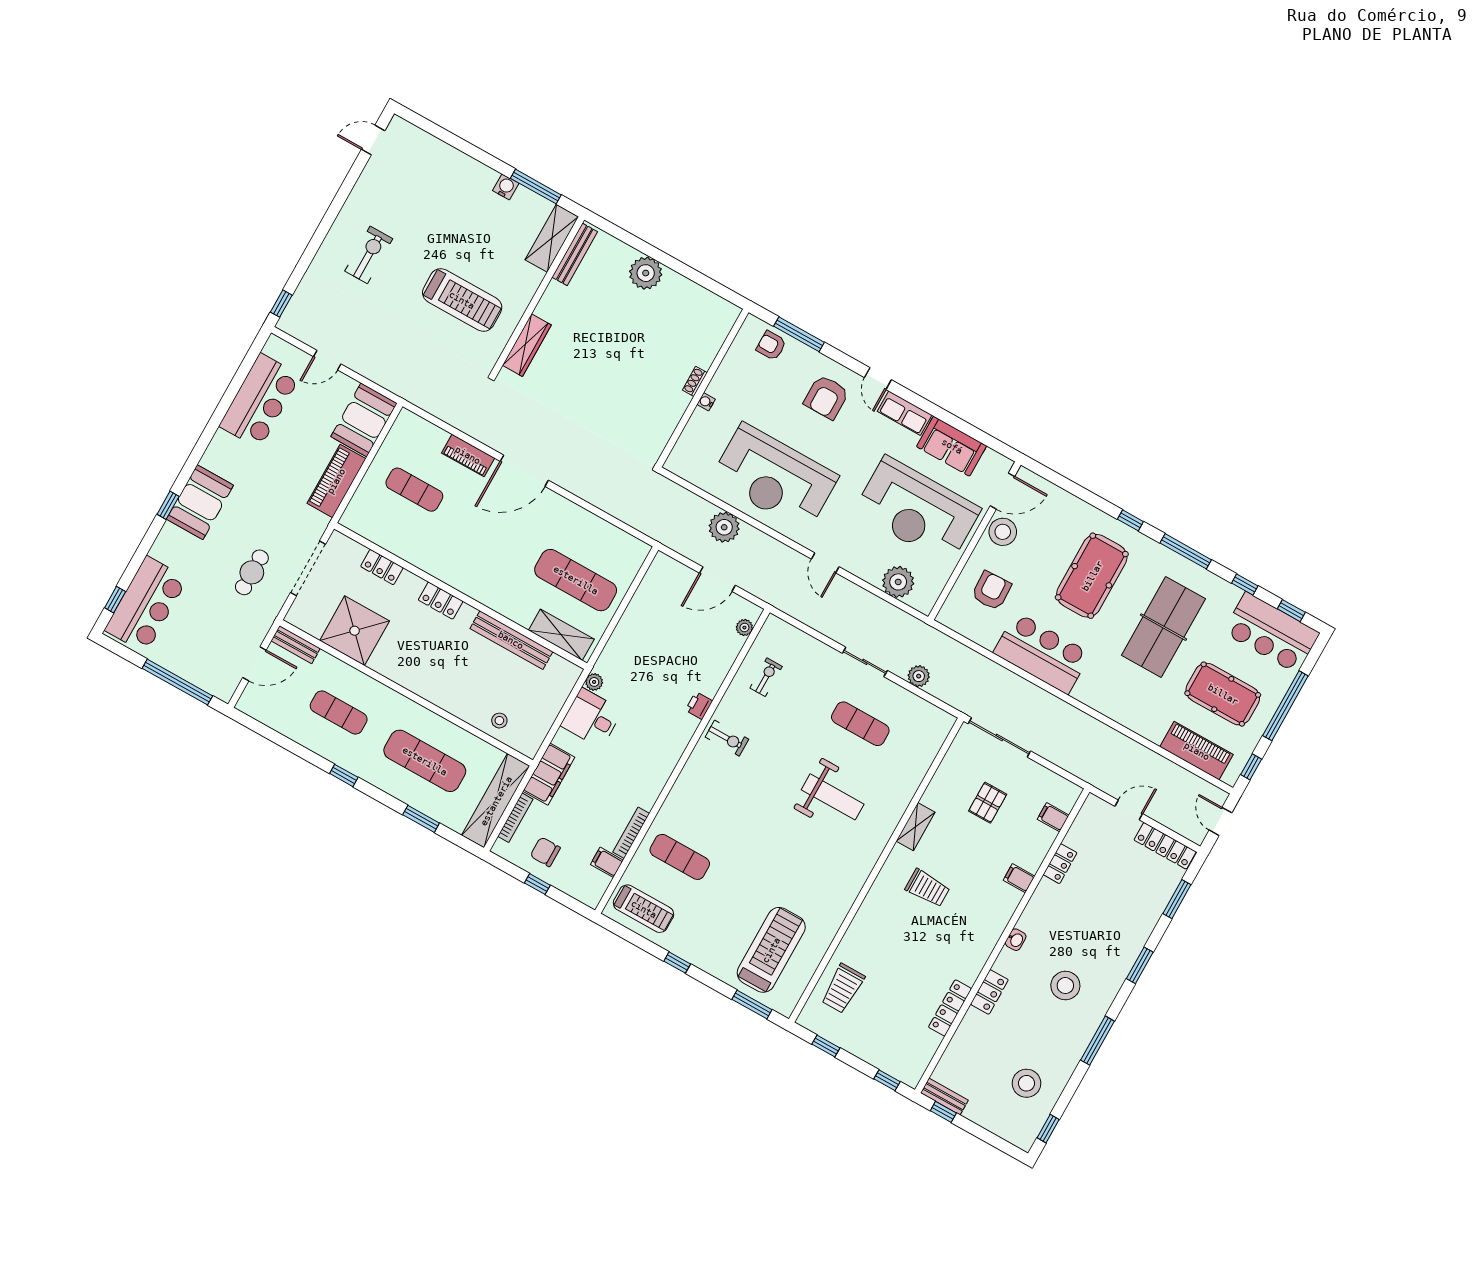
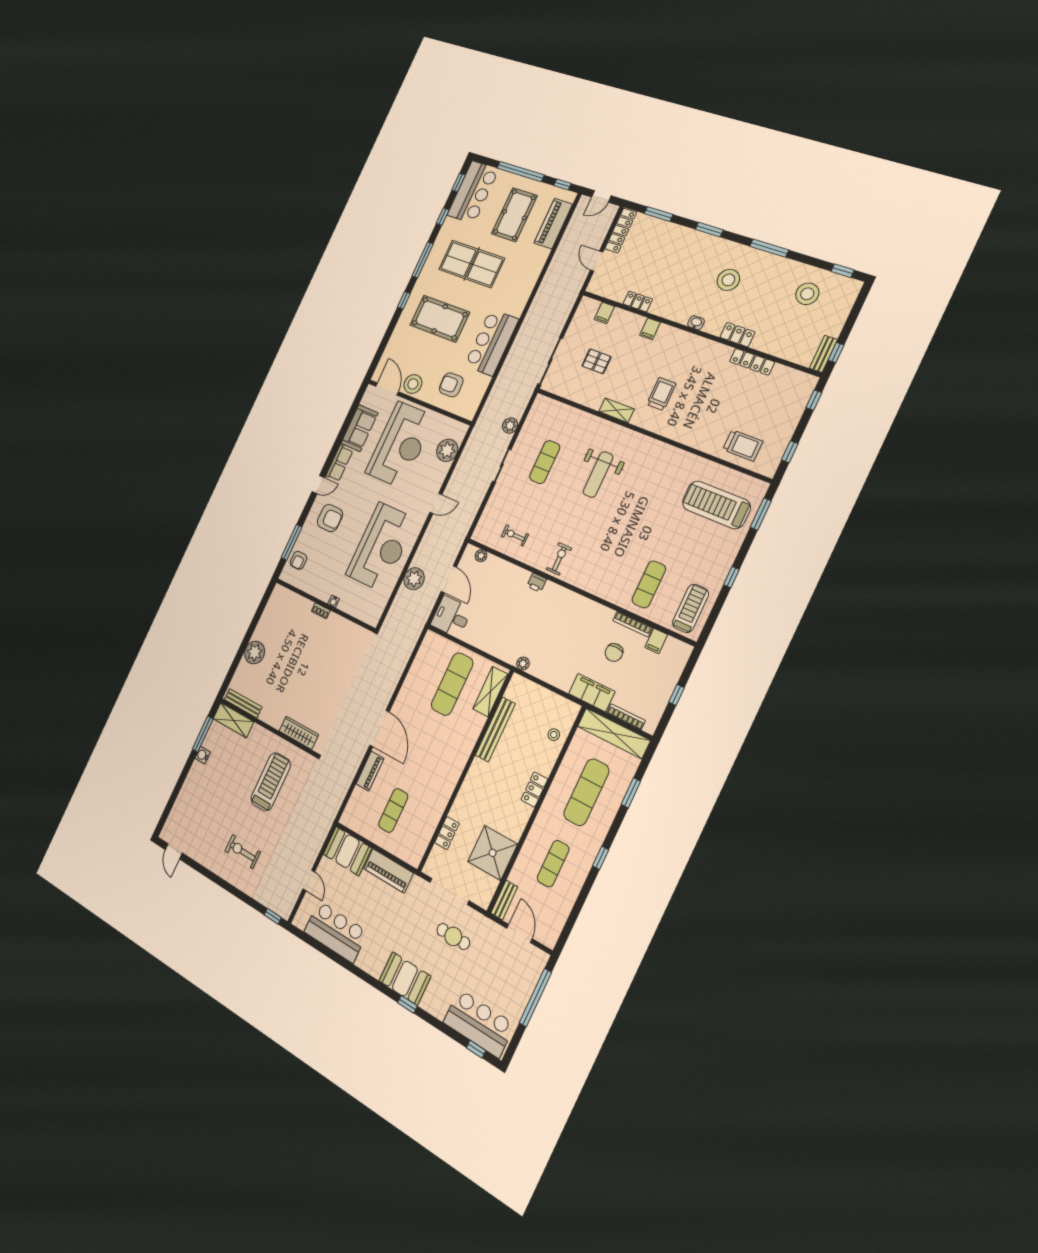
locker: (441, 601) -> (534, 789), moved, turned 180
desk: (592, 718) -> (451, 617), moved, turned 90
weight bench: (833, 797) -> (598, 475), turned 180
chair: (545, 852) -> (614, 652), moved

